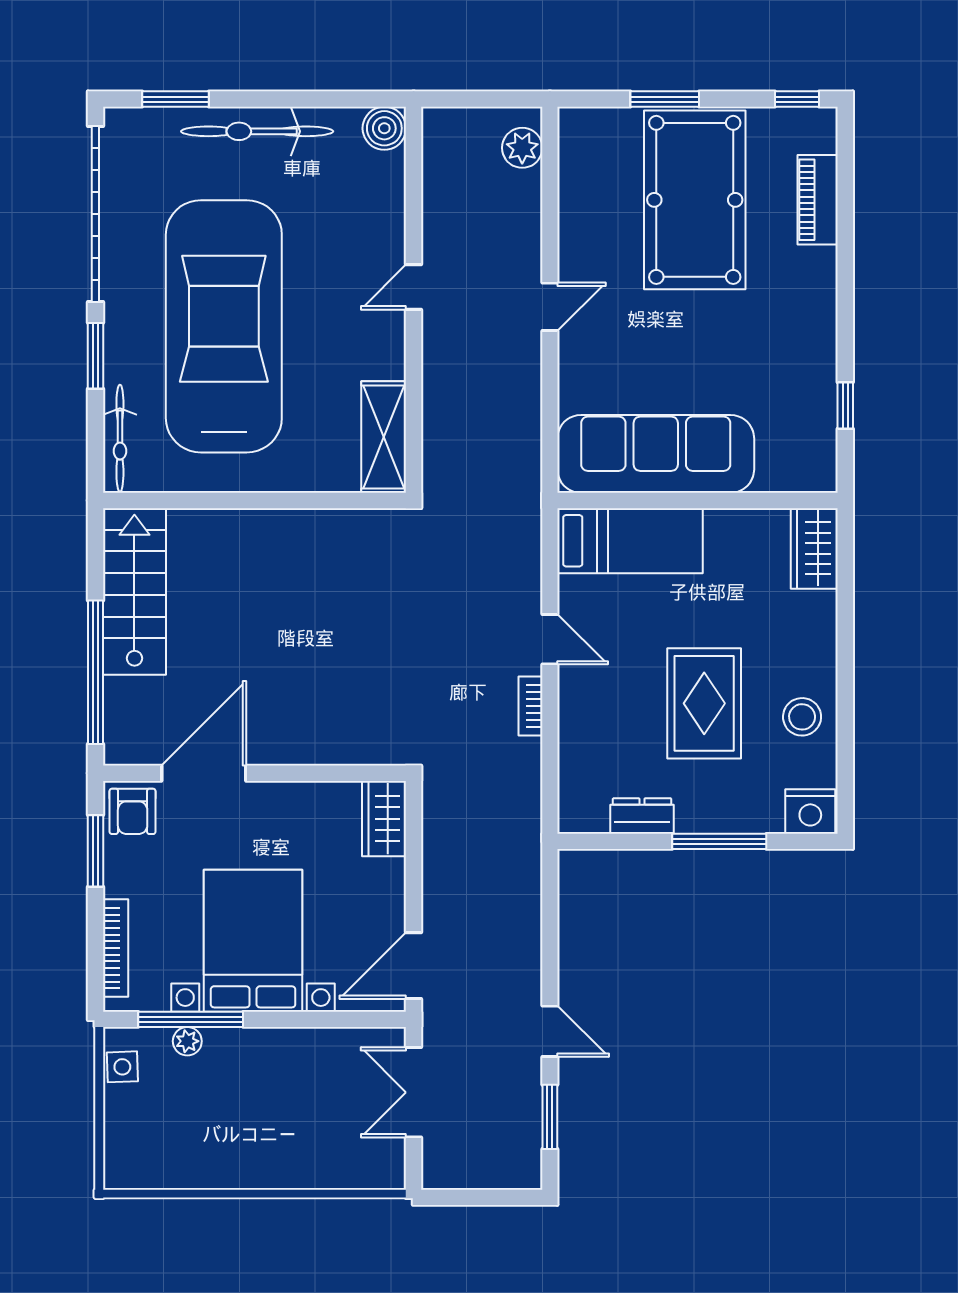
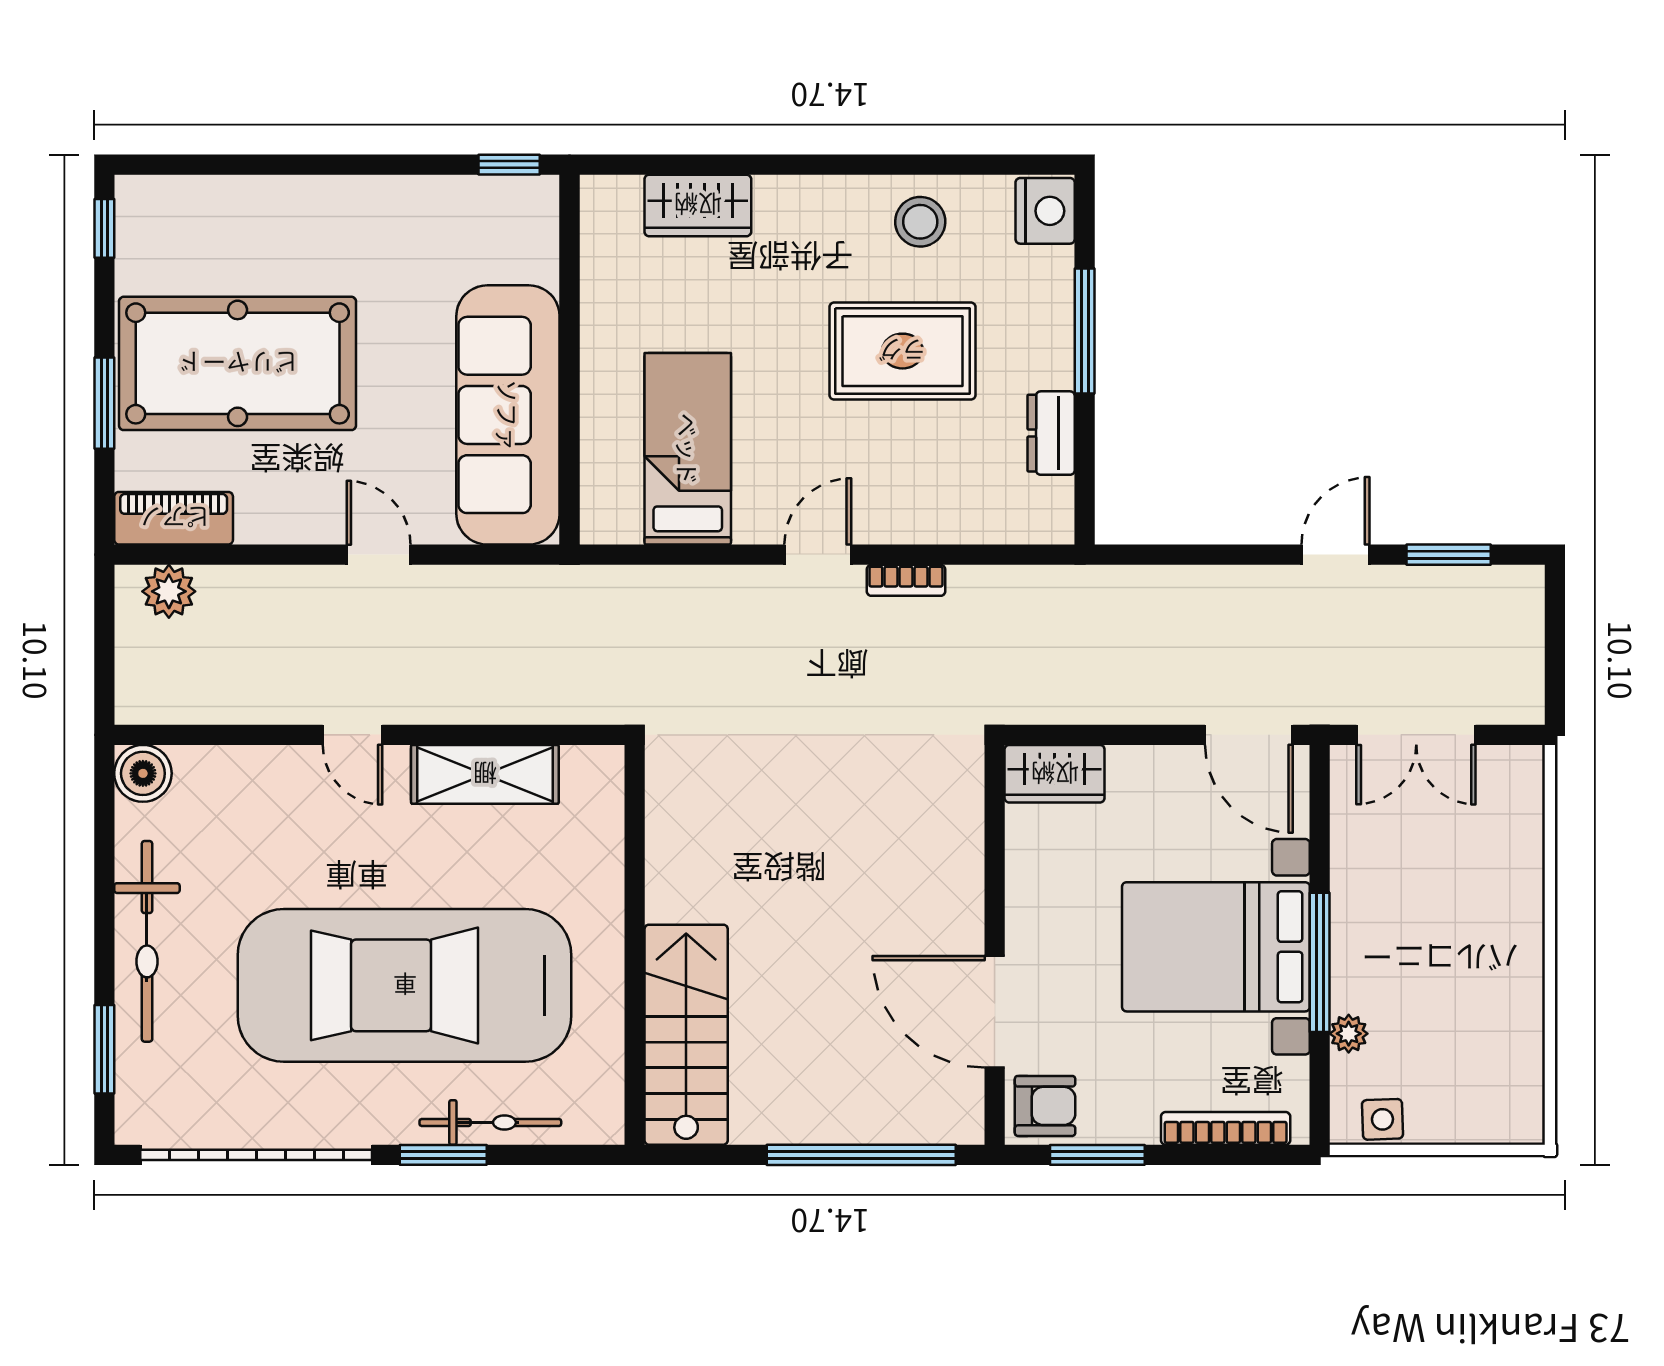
piano: (818, 200) -> (174, 518), moved, turned 180
shelving: (384, 437) -> (485, 774), moved
bicycle: (120, 438) -> (490, 1123), moved
sofa: (656, 454) -> (508, 415), moved
wall: (698, 500) -> (569, 360), moved
stairs: (134, 592) -> (686, 1035), moved, turned 90
window: (191, 1019) -> (1320, 962), moved

